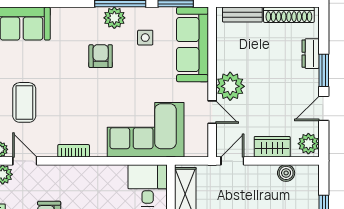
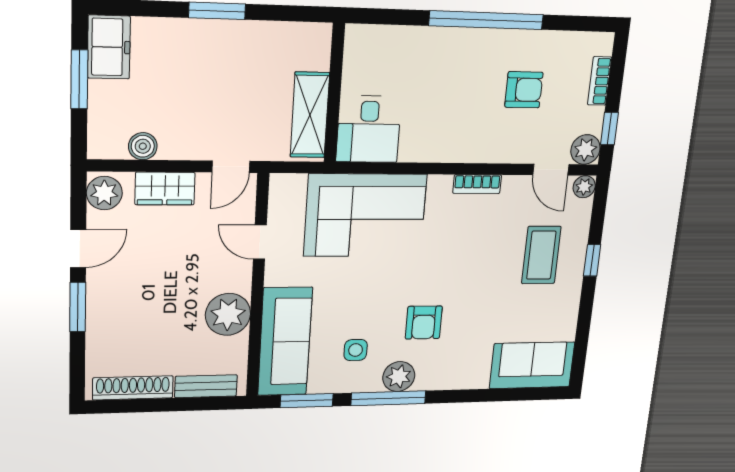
dresser: (311, 54) -> (99, 332), removed
plant: (230, 86) -> (228, 314), moved

